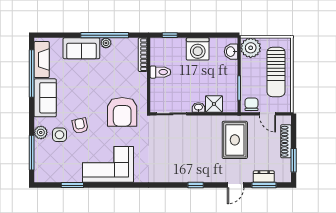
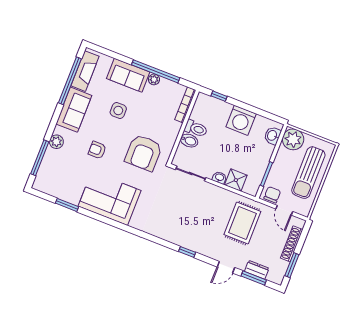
bidet: (159, 85) -> (189, 141), added
armchair: (80, 126) -> (97, 150), turned -78
side table: (60, 135) -> (118, 111), moved

